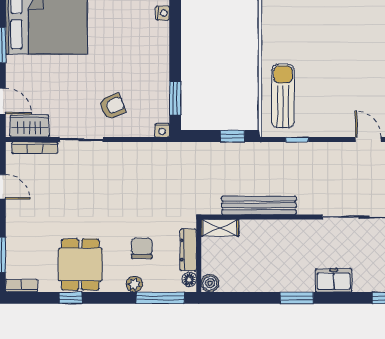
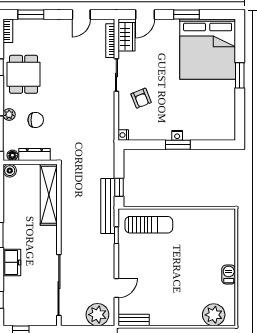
nightstand: (163, 13) -> (177, 135), moved
window: (175, 98) -> (178, 145), moved
bench: (259, 205) -> (108, 206), moved
shelving: (220, 228) -> (49, 195), width x2.20, depth x1.33
dining table: (80, 265) -> (24, 74), turned 90

